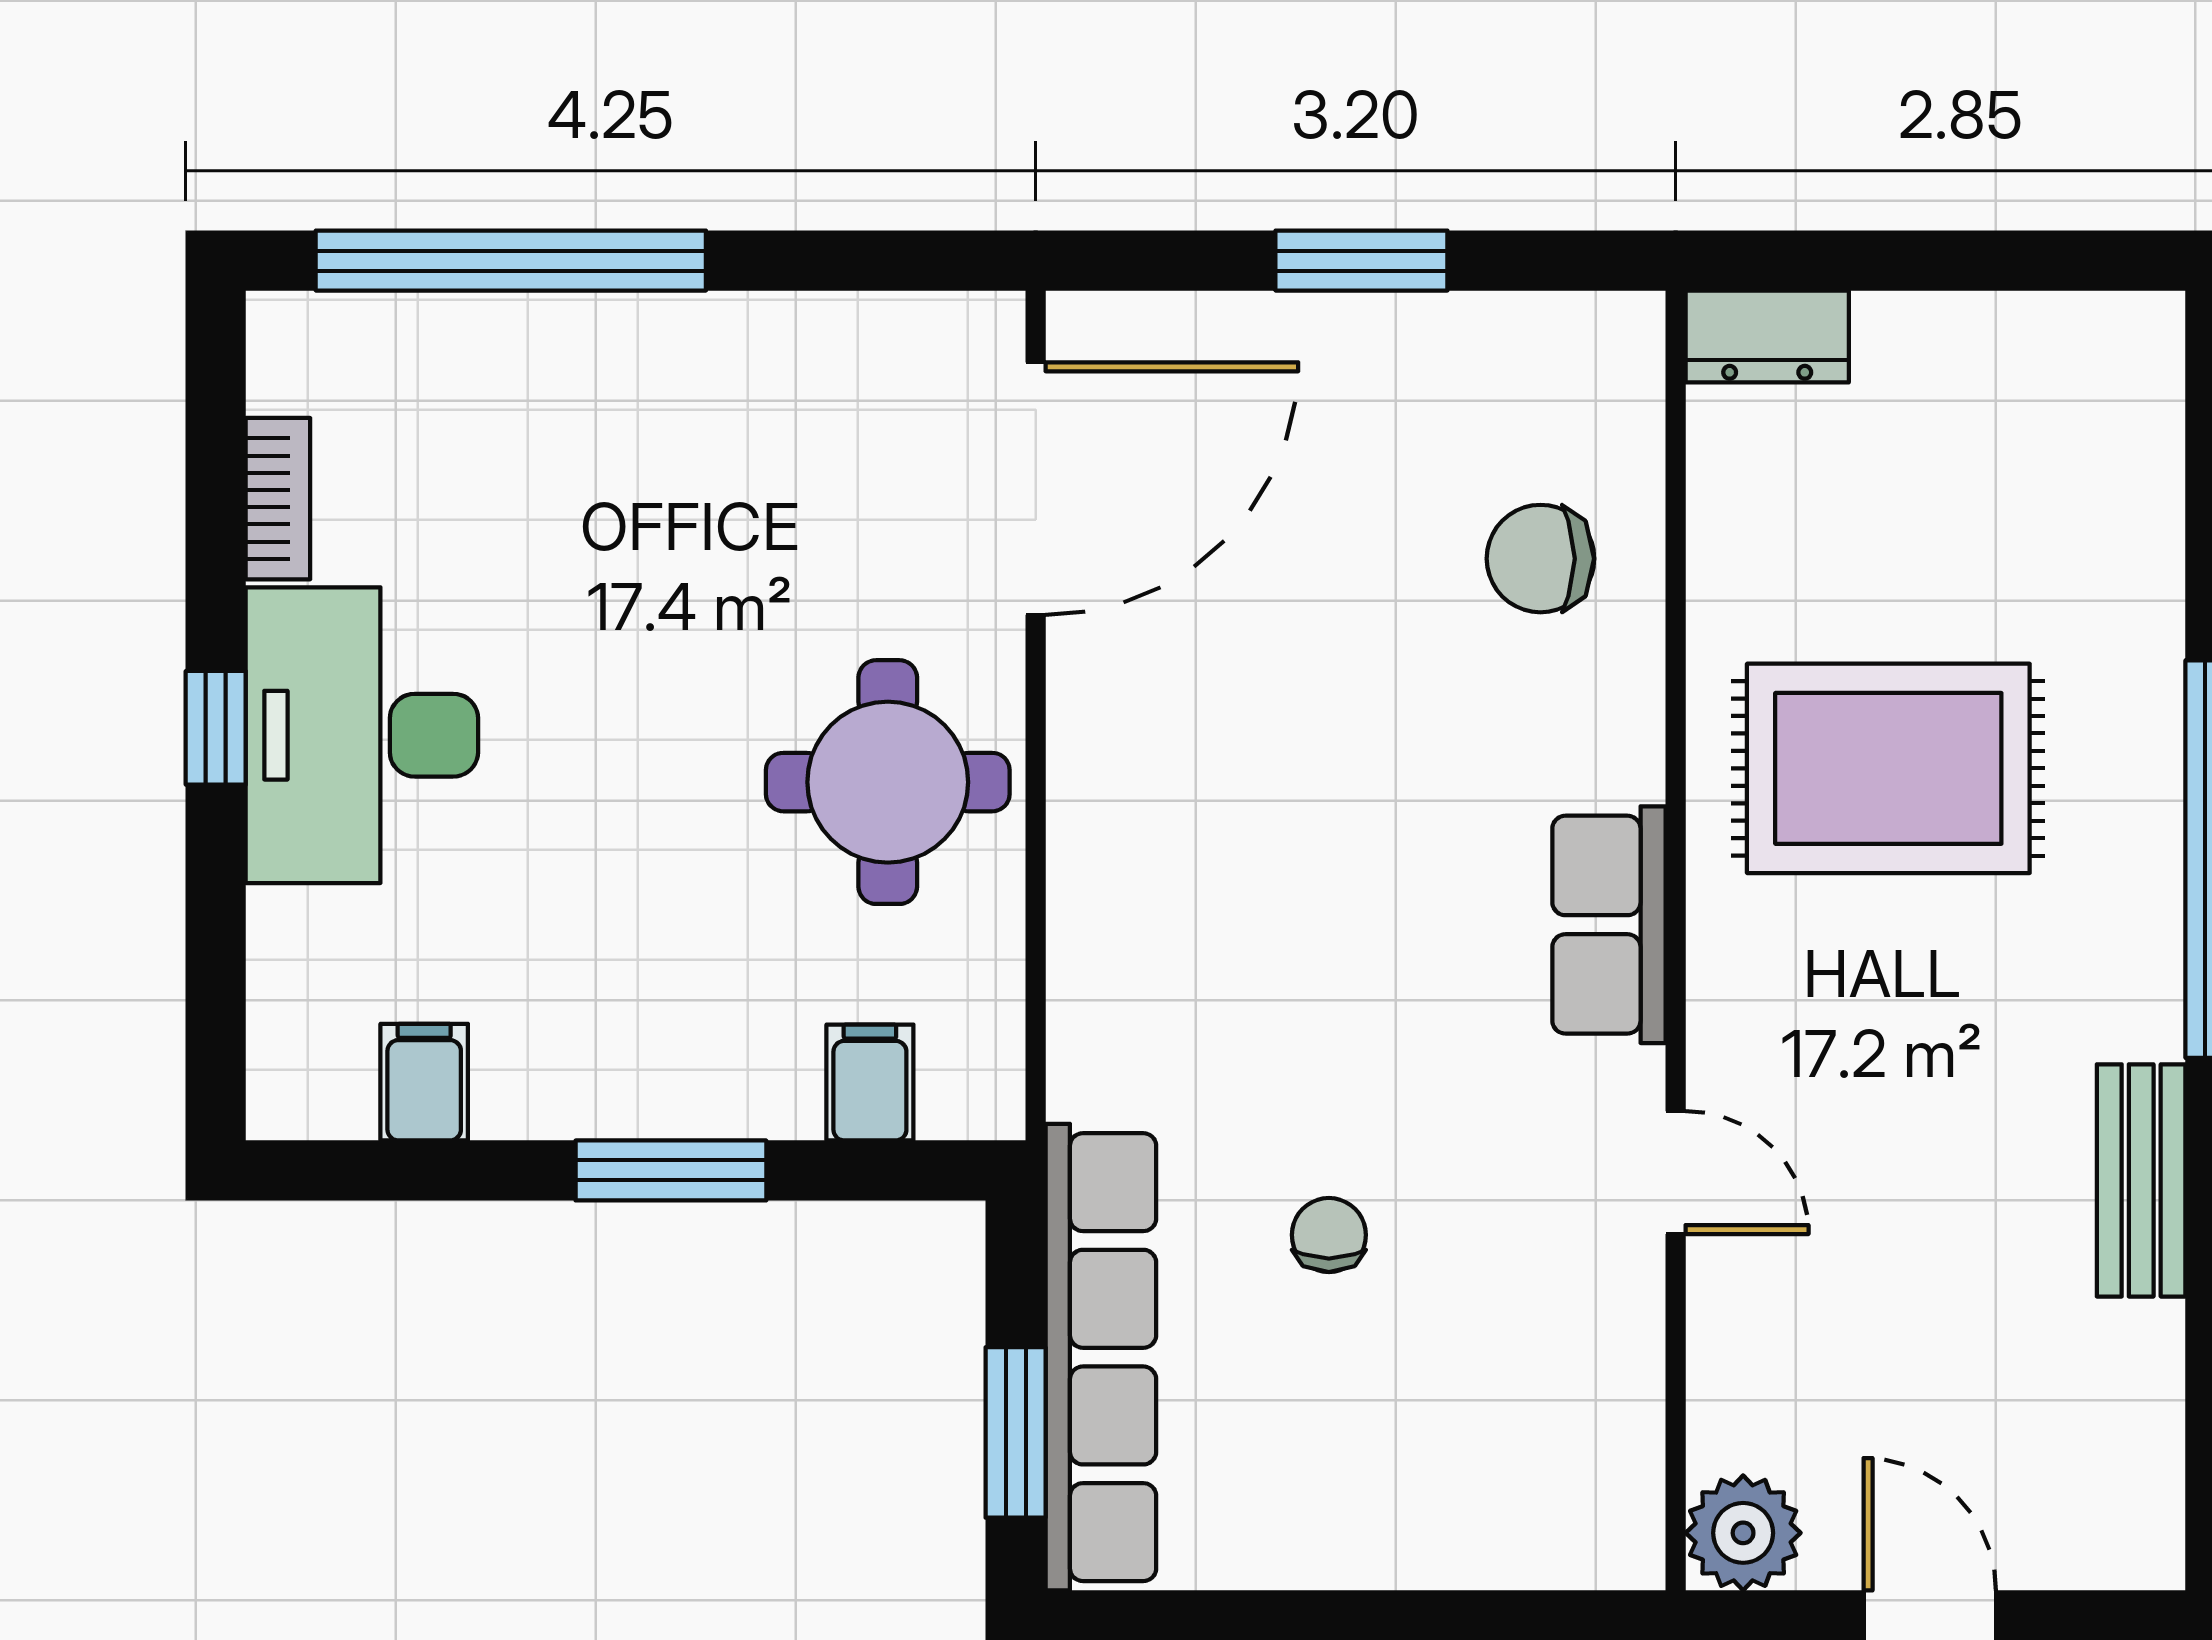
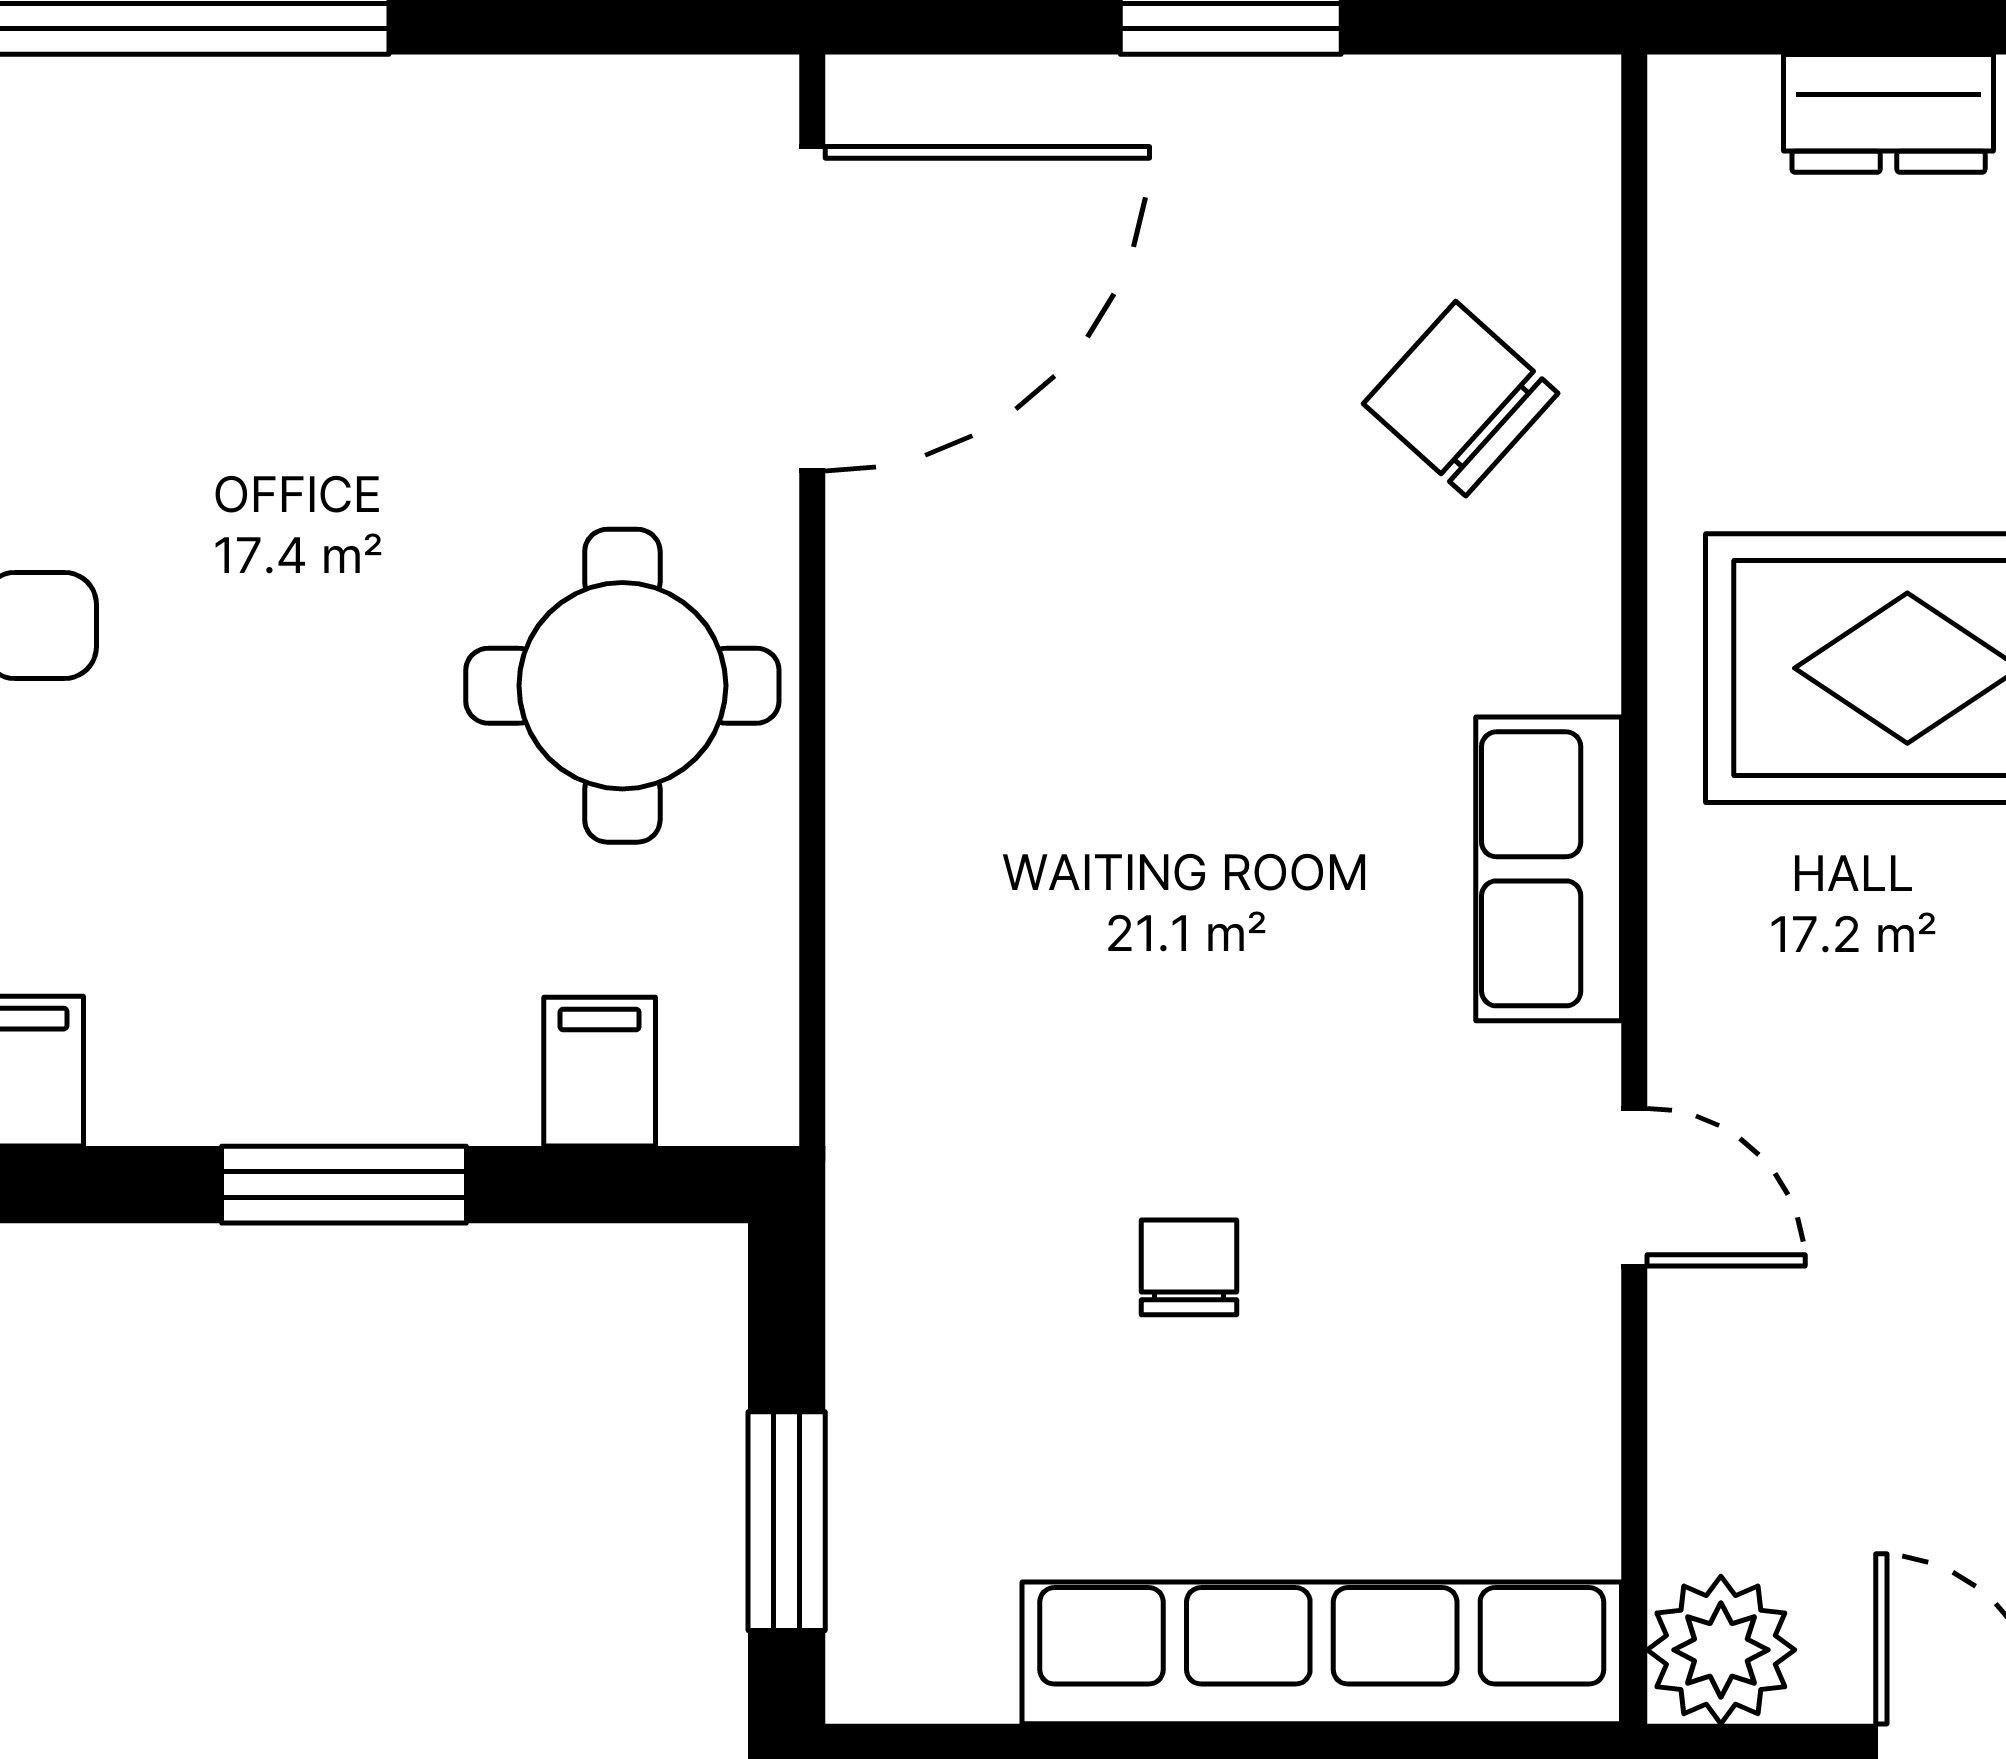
dresser: (1767, 336) -> (1889, 113), moved
chair: (1540, 559) -> (1461, 399), turned 42
row of seats: (1101, 1357) -> (1322, 1653), moved, turned -90

